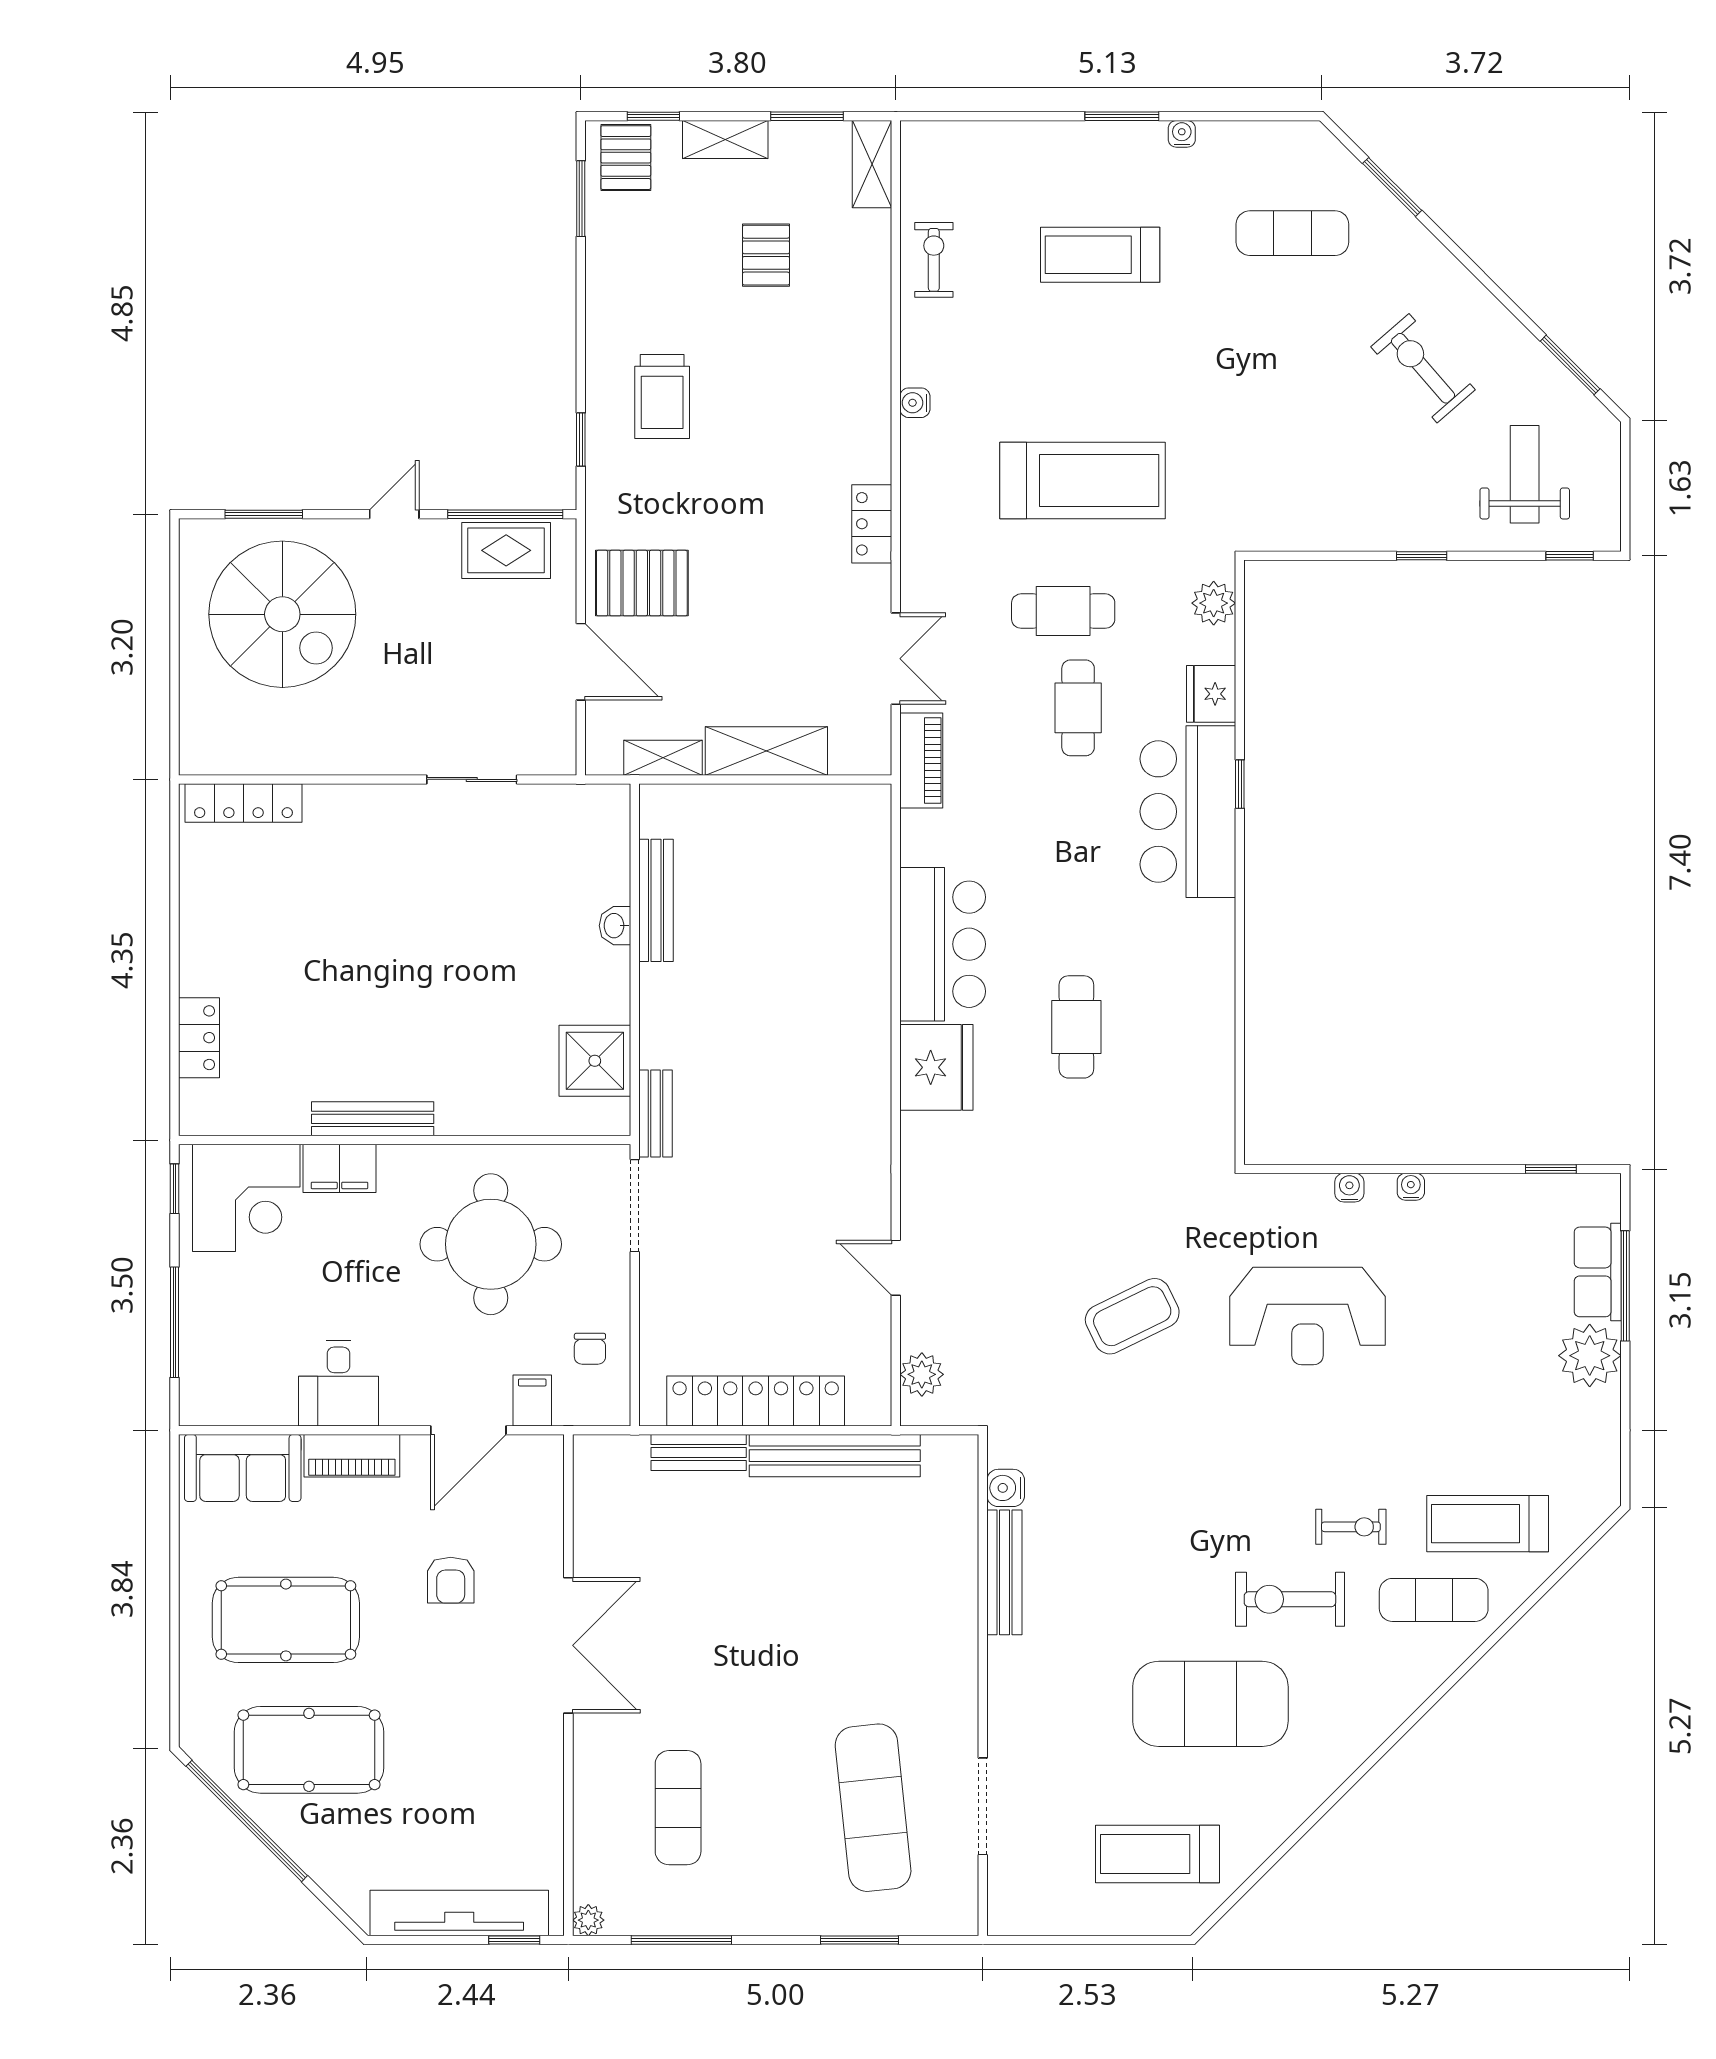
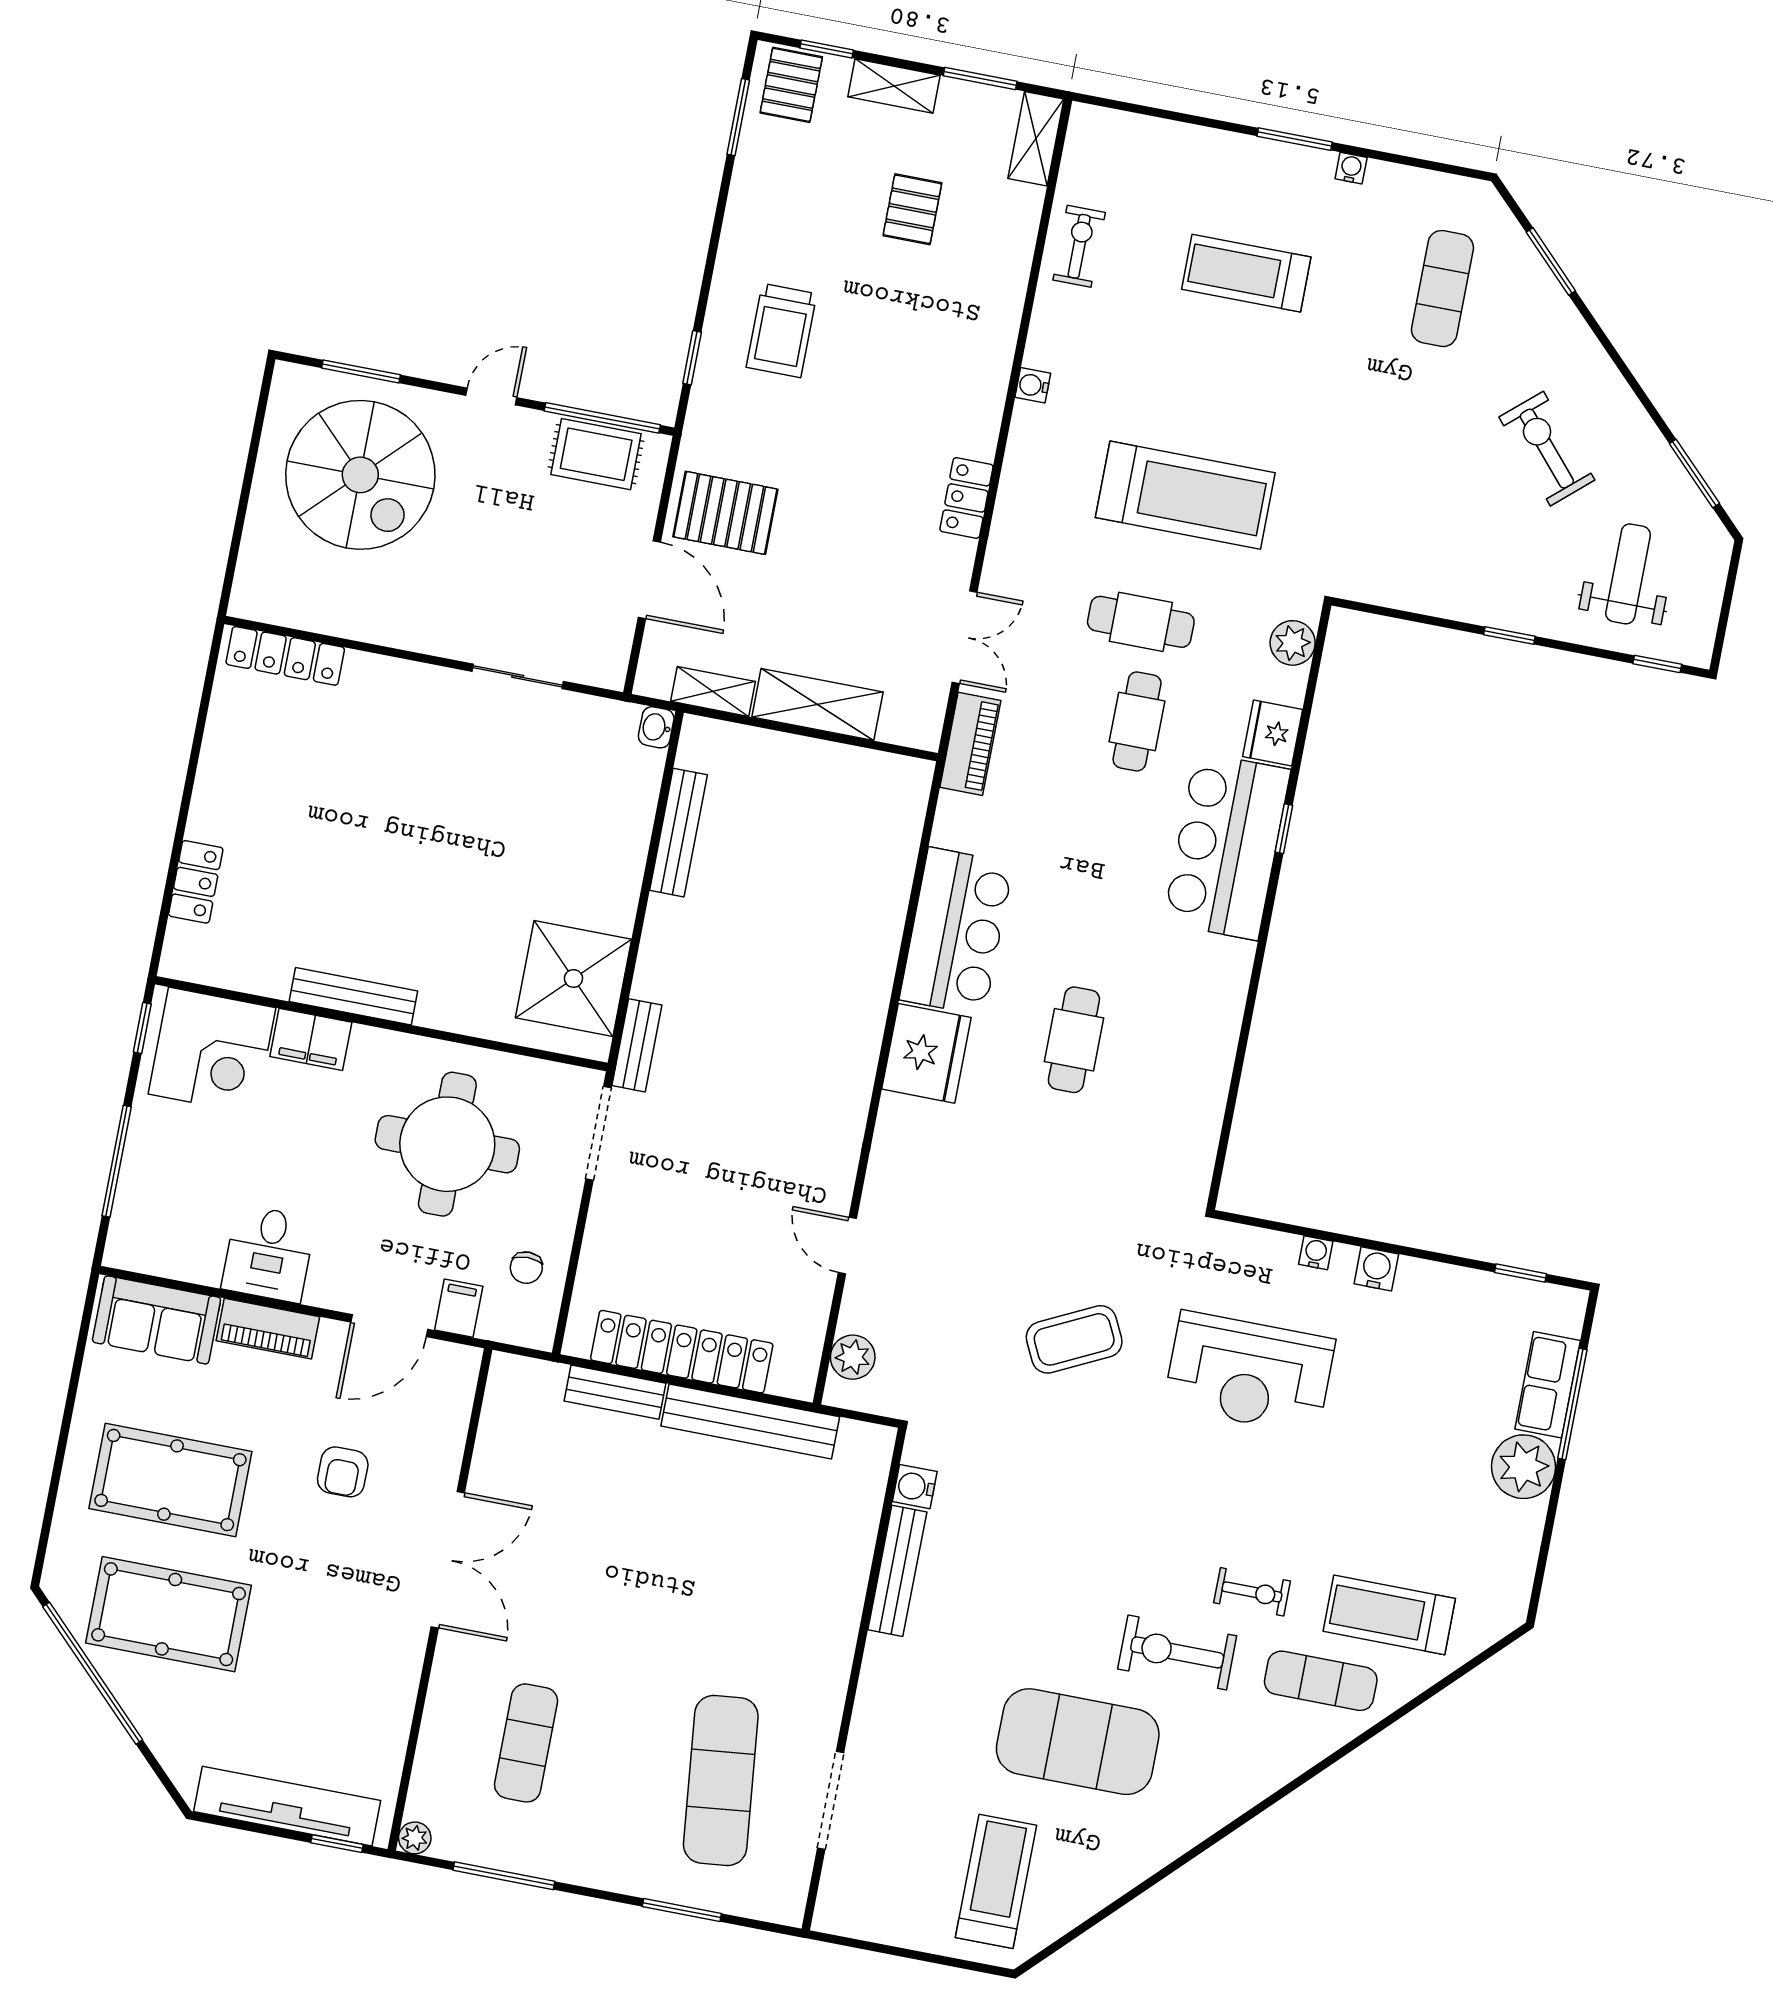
exercise mat: (1292, 233) -> (1442, 289), turned 90
washbasin: (615, 926) -> (656, 727), moved
shower: (595, 1061) -> (573, 978), width x1.37, depth x1.37
water cooler: (1411, 1187) -> (1376, 1269), width x1.38, depth x1.38
treadmill: (1158, 1854) -> (996, 1881), turned 90

